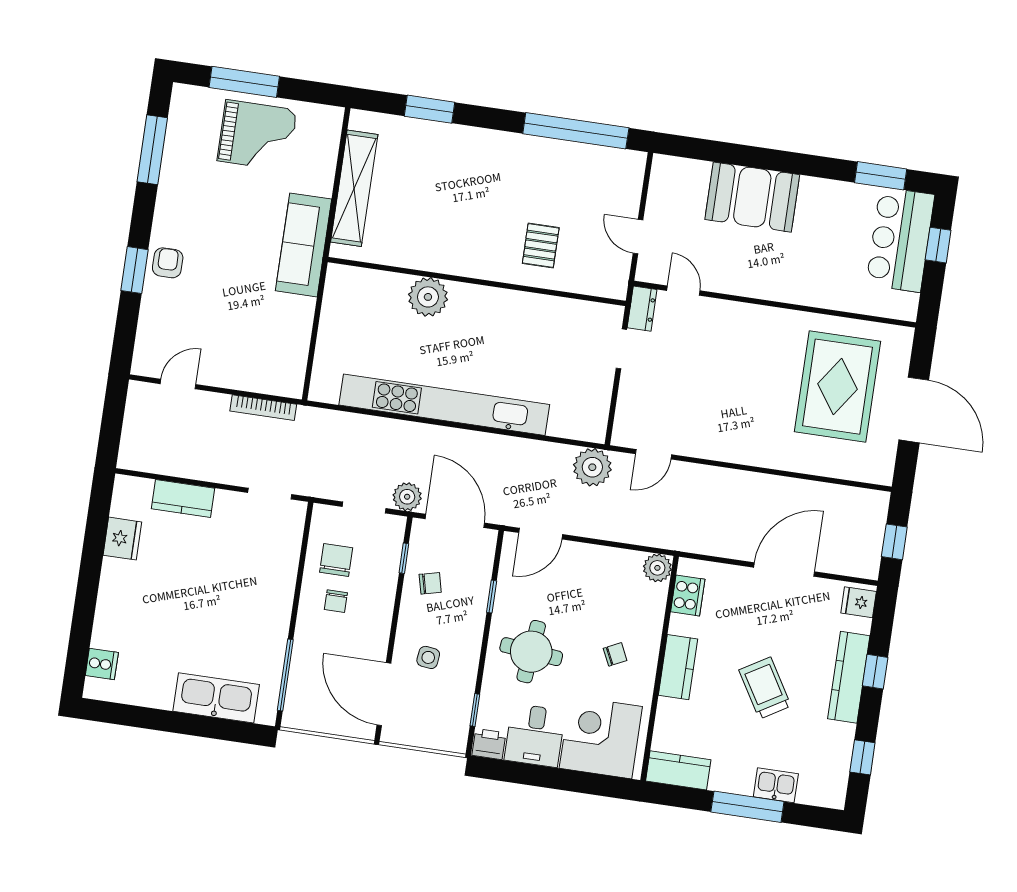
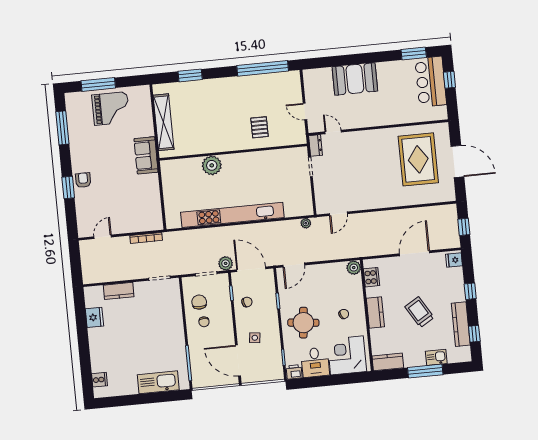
sofa: (304, 245) -> (146, 155), width x0.73
plant: (592, 467) -> (306, 223), width x0.53, depth x0.53
kitchen counter: (849, 677) -> (461, 324), moved

